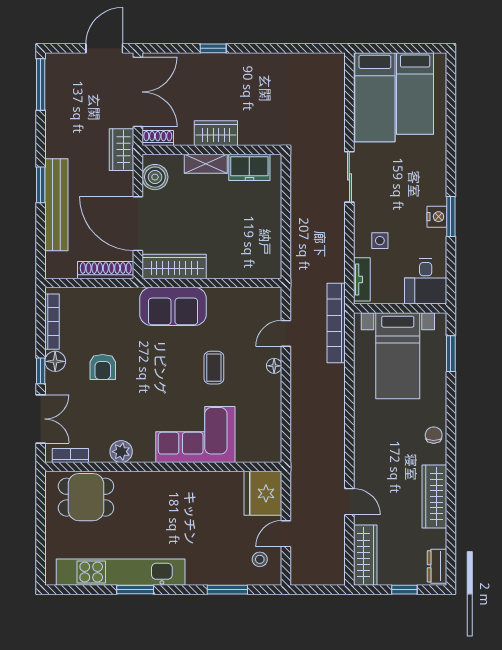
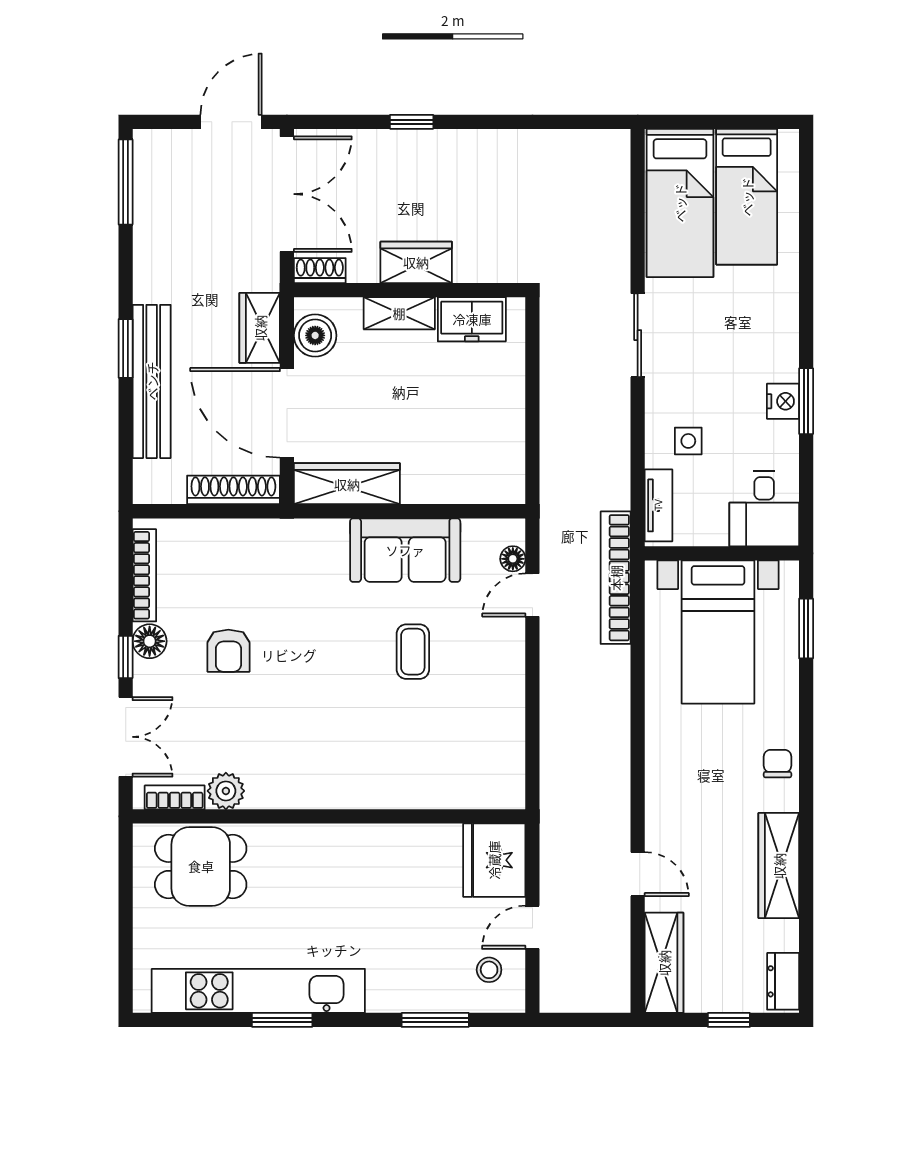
wardrobe: (122, 150) -> (260, 328), moved
sofa: (173, 306) -> (405, 550), moved
floor lamp: (274, 366) -> (513, 559), moved
corner sofa: (195, 434) -> (382, 763), removed
plant: (121, 452) -> (226, 791), moved

